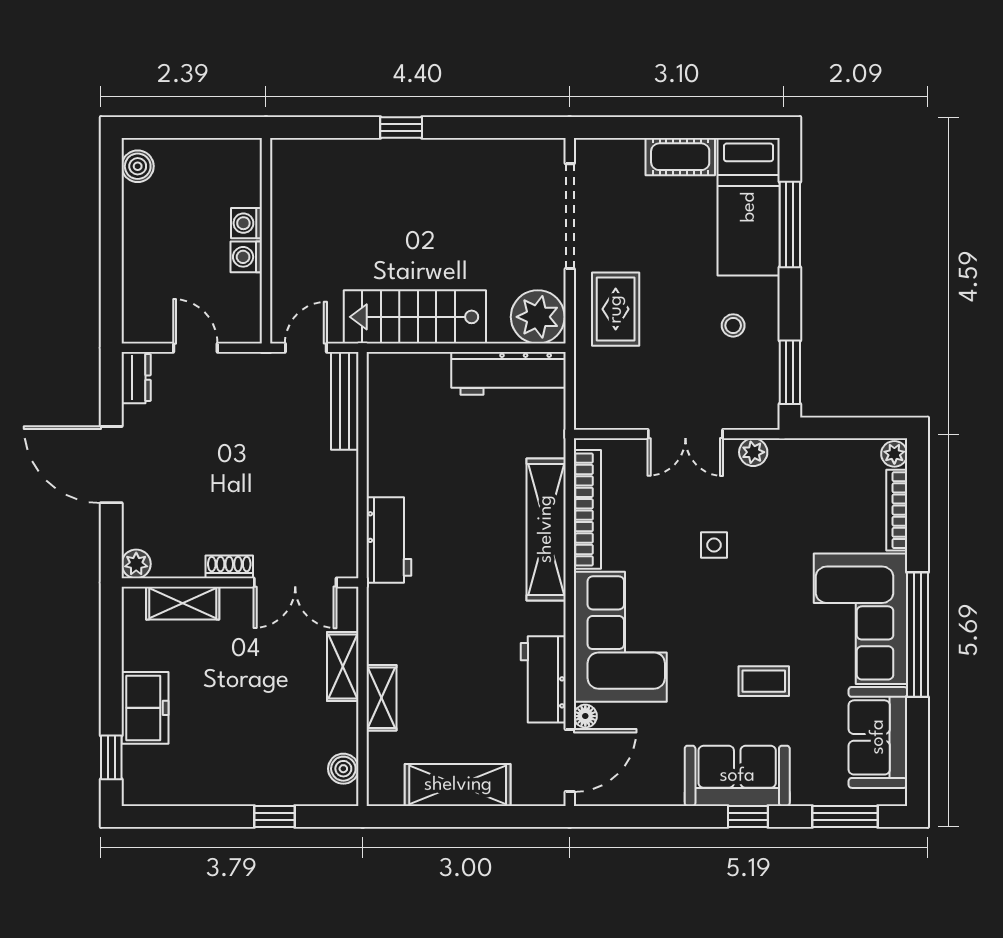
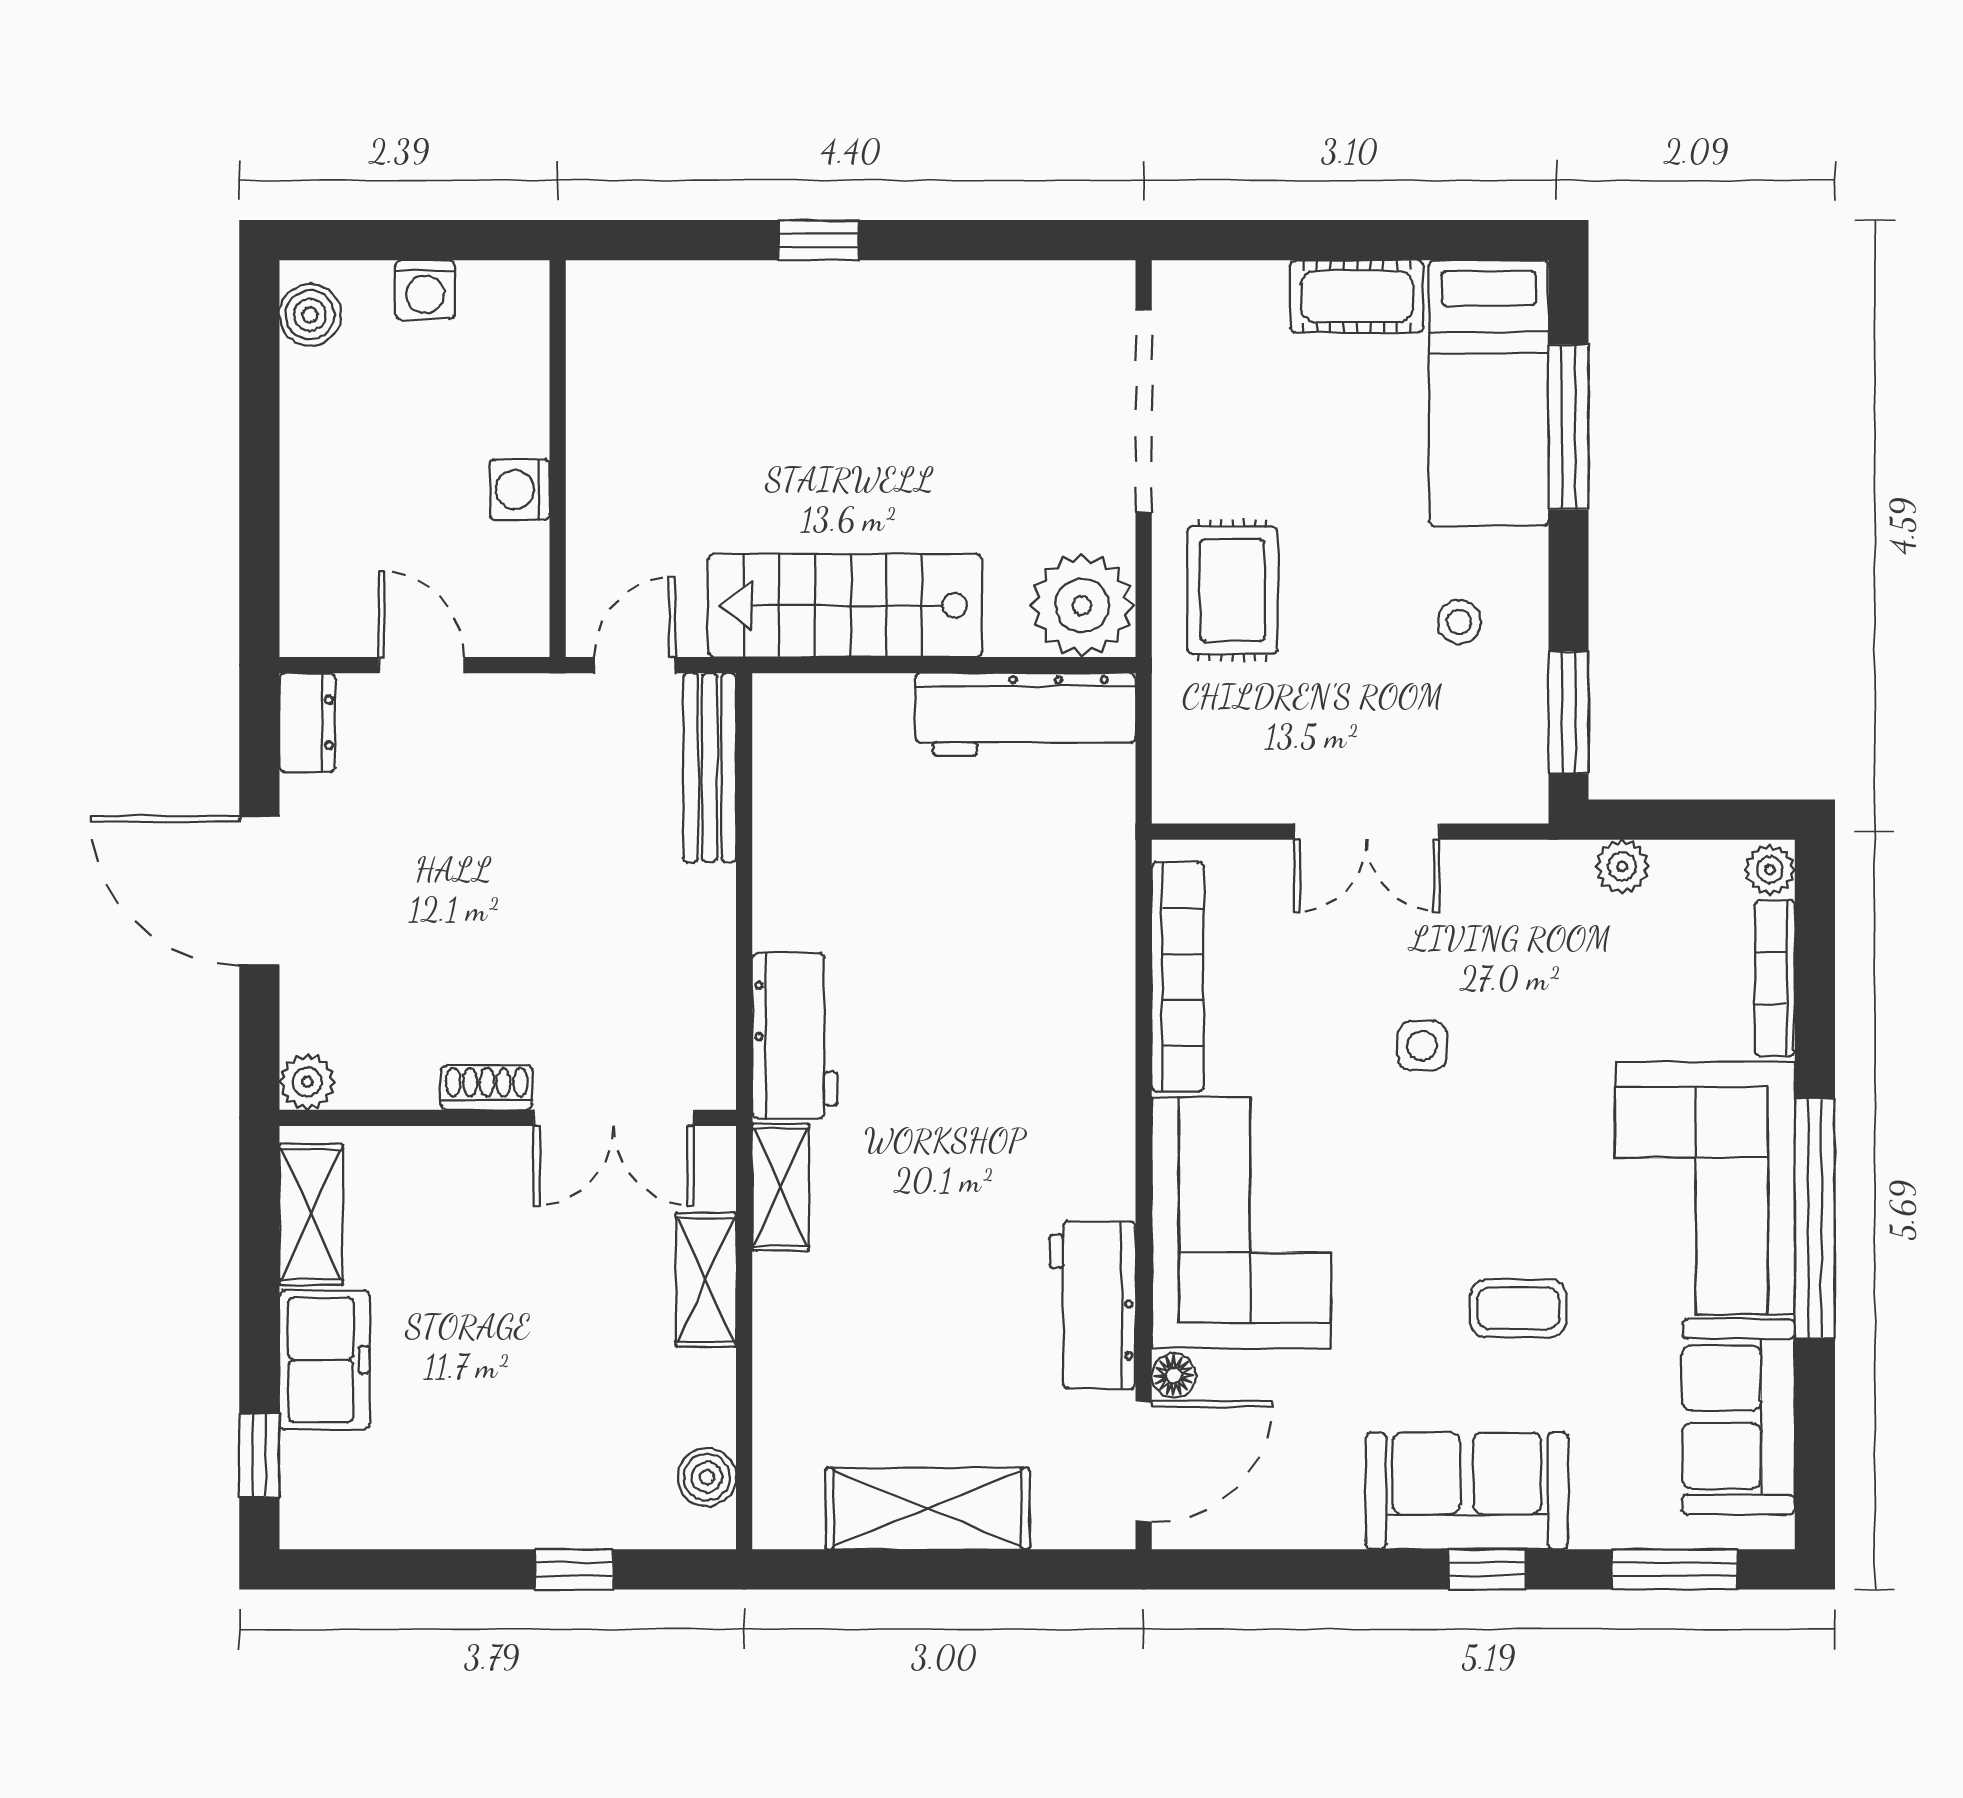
washing machine: (247, 223) -> (425, 290), moved, turned -90
plant: (753, 452) -> (1622, 866), moved
shelving: (546, 529) -> (1098, 1015), removed
shelving: (183, 603) -> (311, 1215), moved, turned 90
shelving: (382, 698) -> (781, 1187), moved

